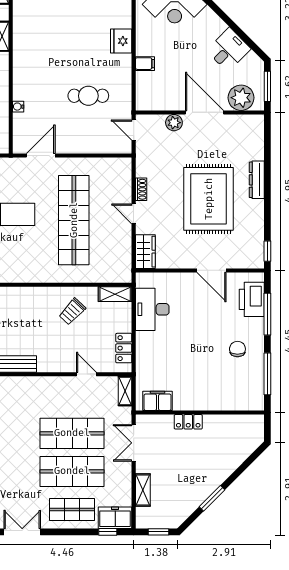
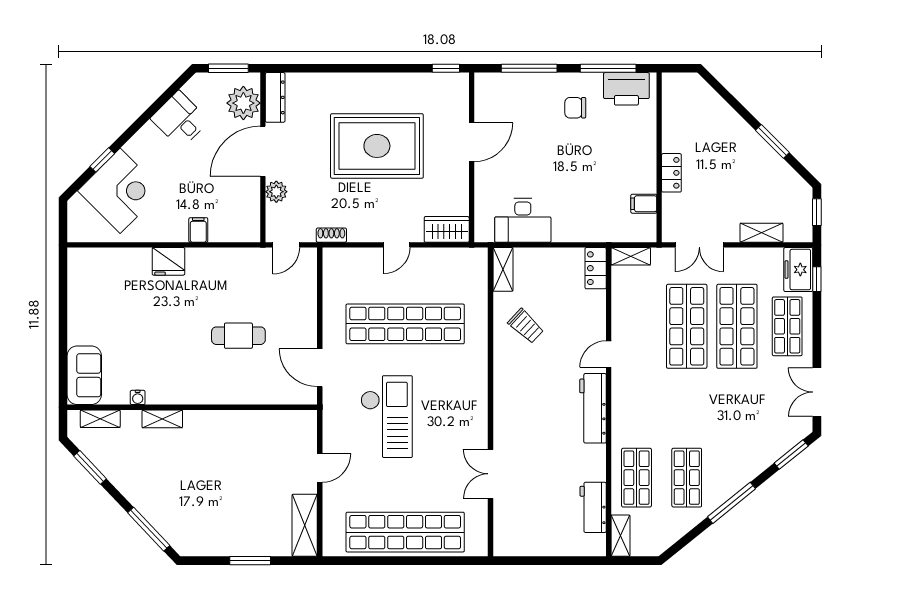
cafe table: (88, 96) -> (238, 336), moved, turned 90
water cooler: (18, 107) -> (138, 397), moved
dresser: (257, 180) -> (275, 97), moved, turned -90
shoe rack: (141, 189) -> (331, 235), moved
printer: (252, 299) -> (626, 89), moved
locker: (124, 348) -> (596, 268), moved, turned 90
door: (86, 374) -> (609, 354), moved
filing cabinet: (158, 401) -> (644, 204), width x0.50

